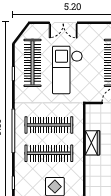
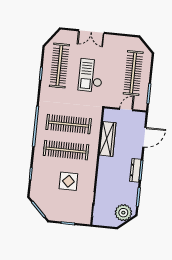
checkout: (67, 70) -> (91, 75), width x0.73, depth x0.83
wardrobe: (93, 143) -> (108, 139), width x1.50

